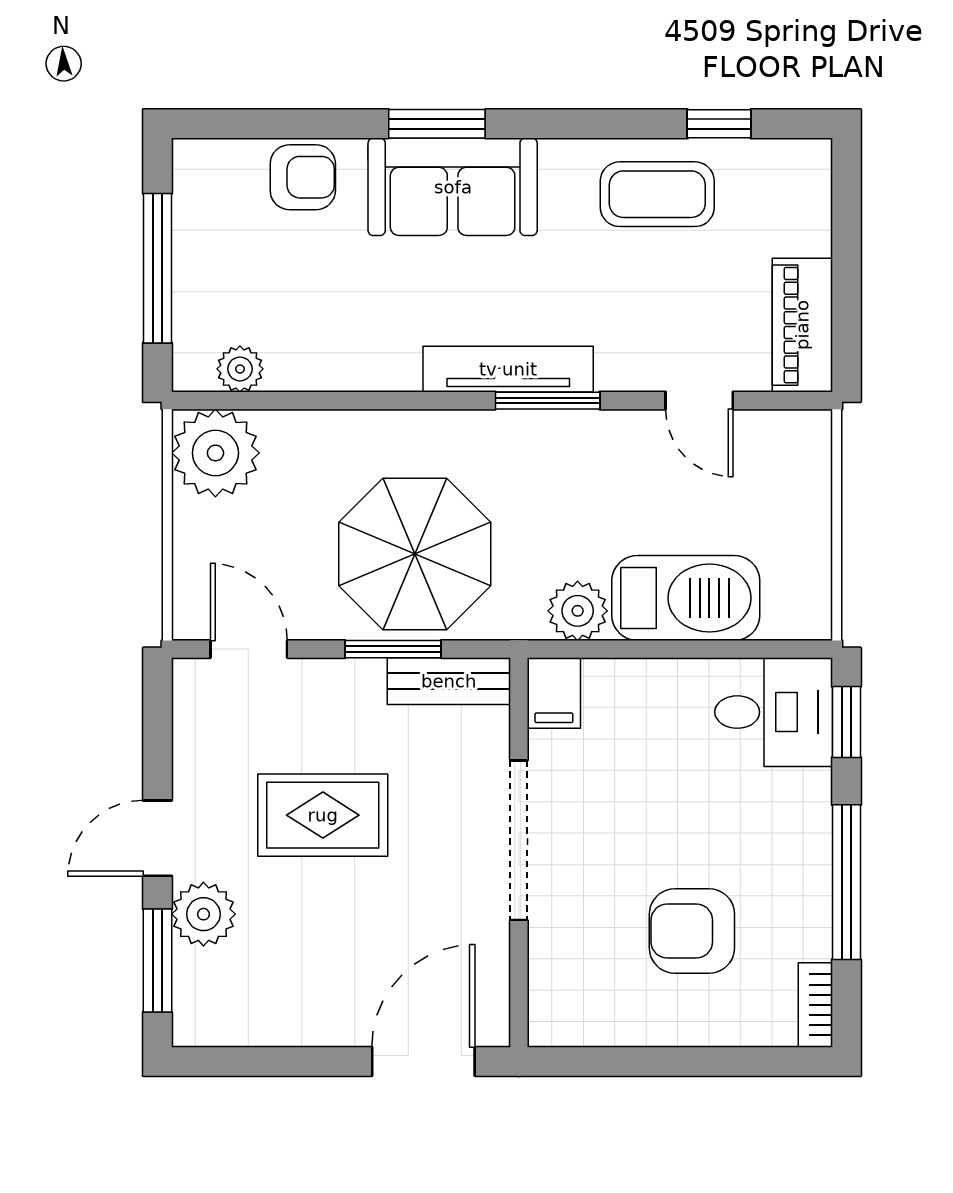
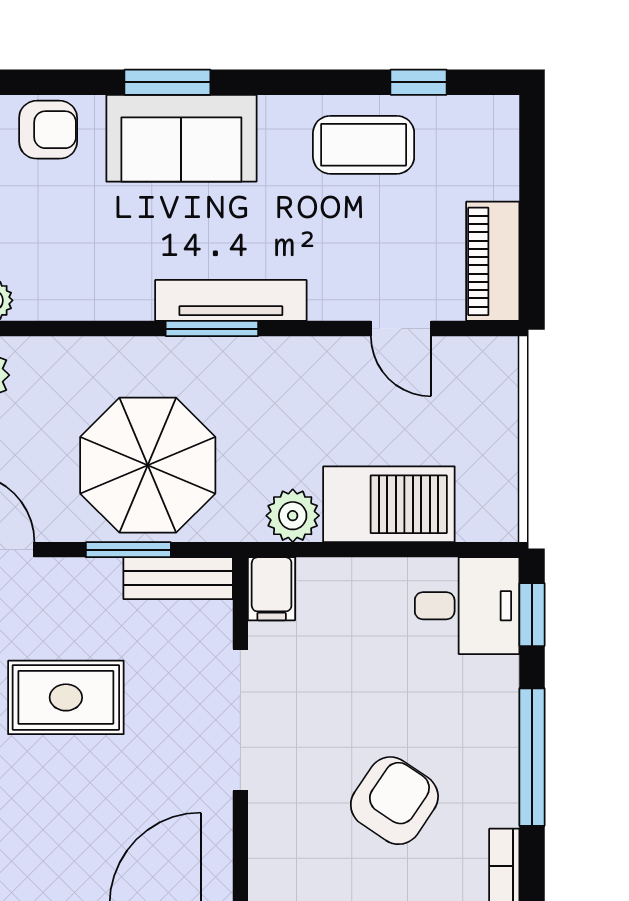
window: (548, 401) -> (212, 329), moved
armchair: (692, 931) -> (394, 801), turned 124

